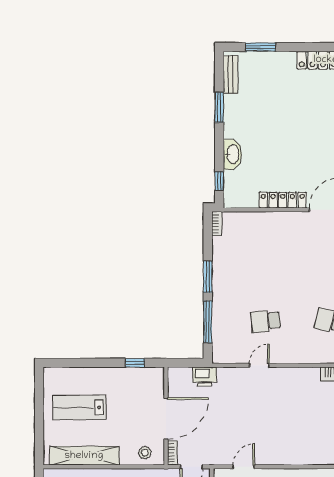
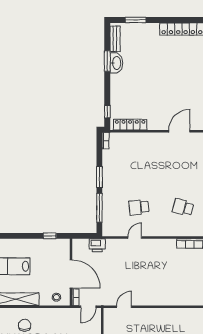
washbasin: (232, 154) -> (116, 63), moved
locker: (283, 200) -> (130, 125), moved
door: (166, 419) -> (71, 274), hinge flipped

